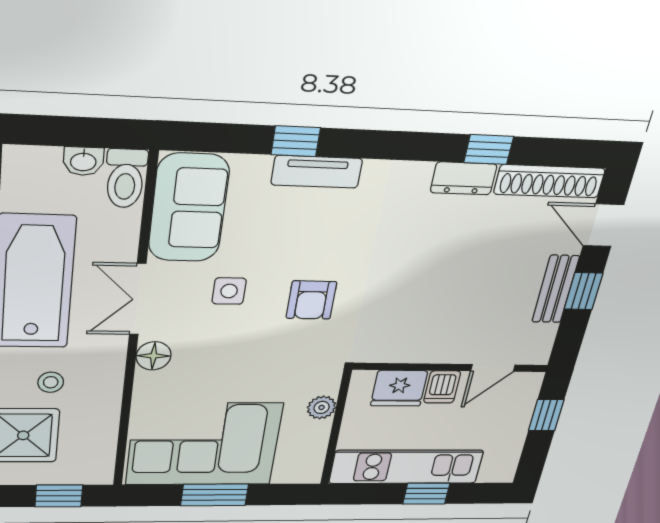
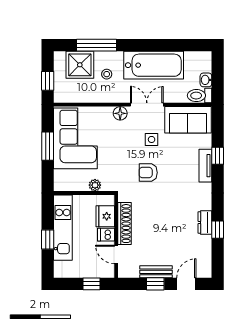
shoe rack: (549, 181) -> (125, 224), moved, turned 180

